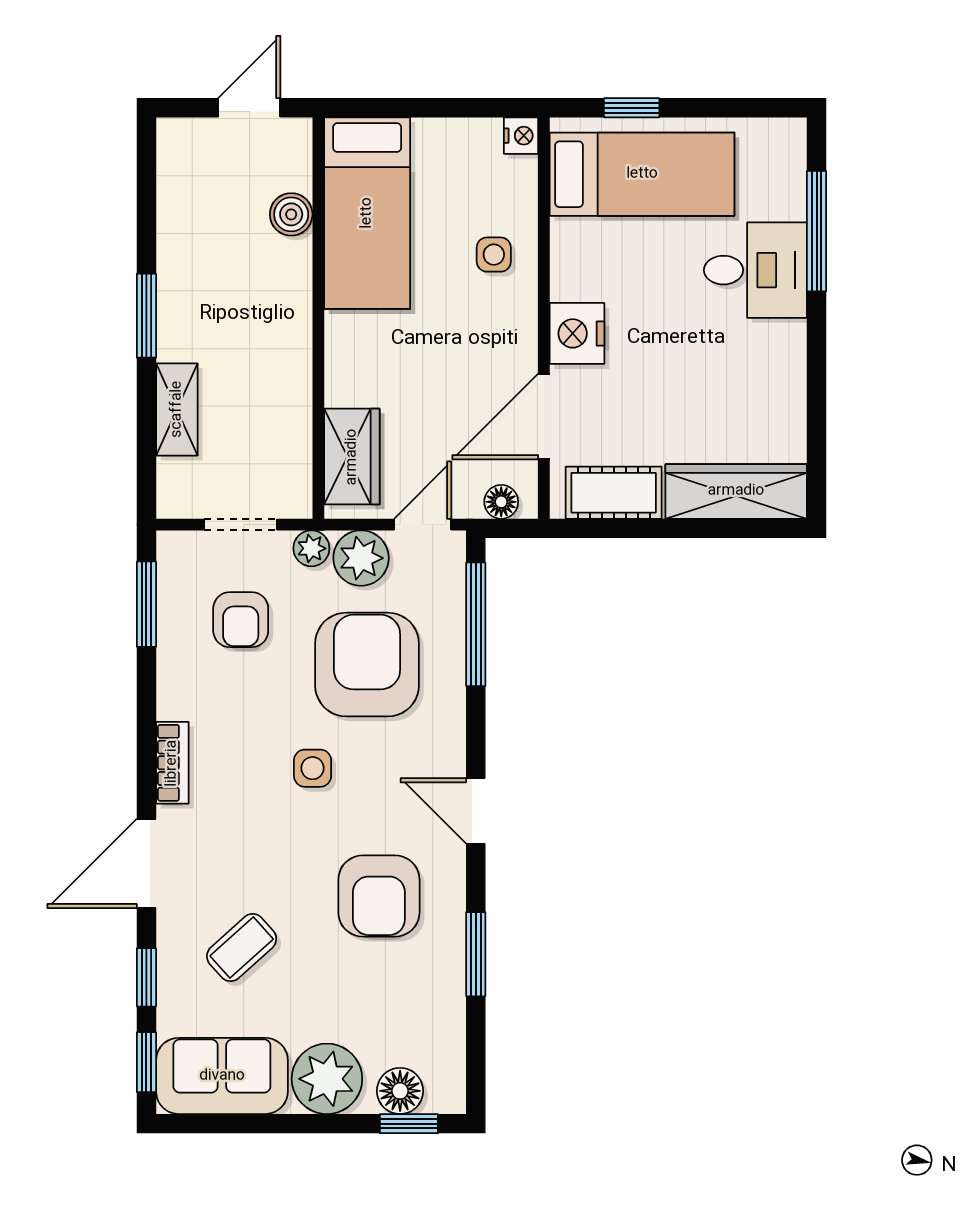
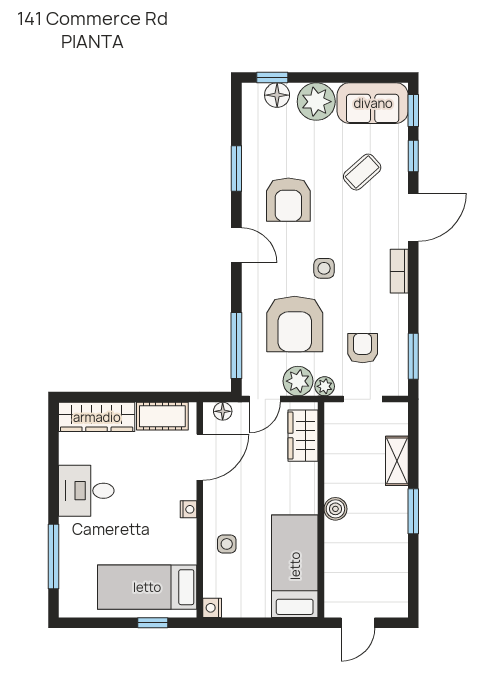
boiler: (291, 214) -> (335, 509), moved
desk: (755, 270) -> (86, 491), moved
nightstand: (577, 333) -> (189, 509), width x0.53, depth x0.56
armchair: (379, 896) -> (288, 200), turned 180

